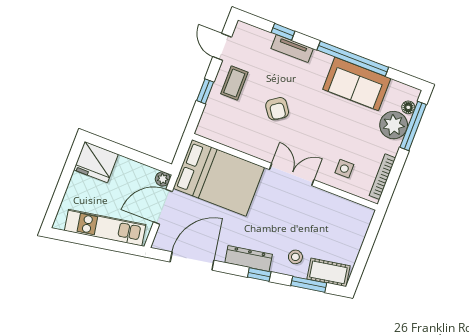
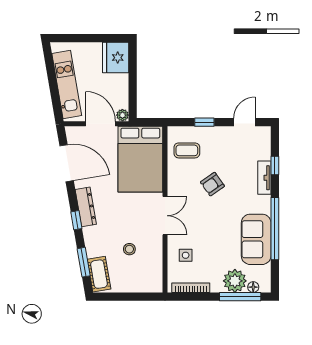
coffee table: (234, 83) -> (187, 150), moved
stool: (295, 257) -> (129, 249), moved

